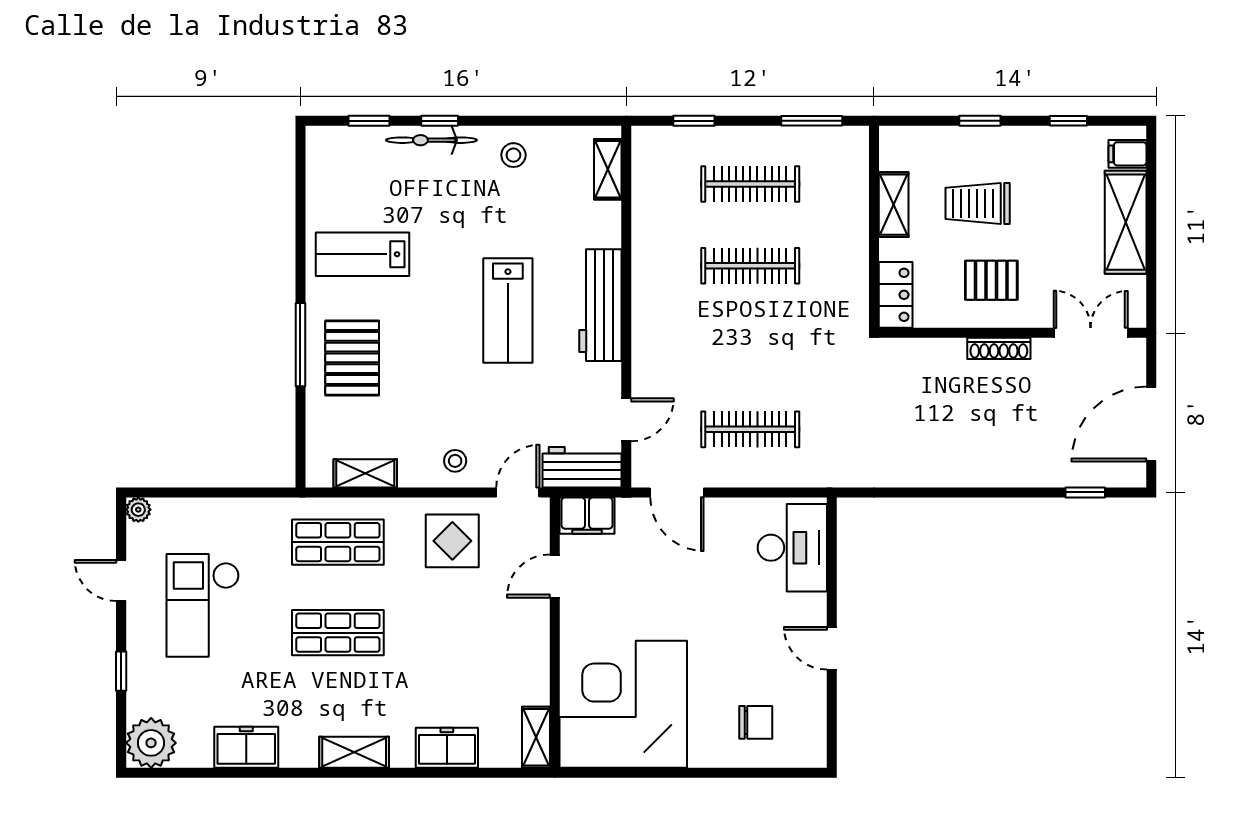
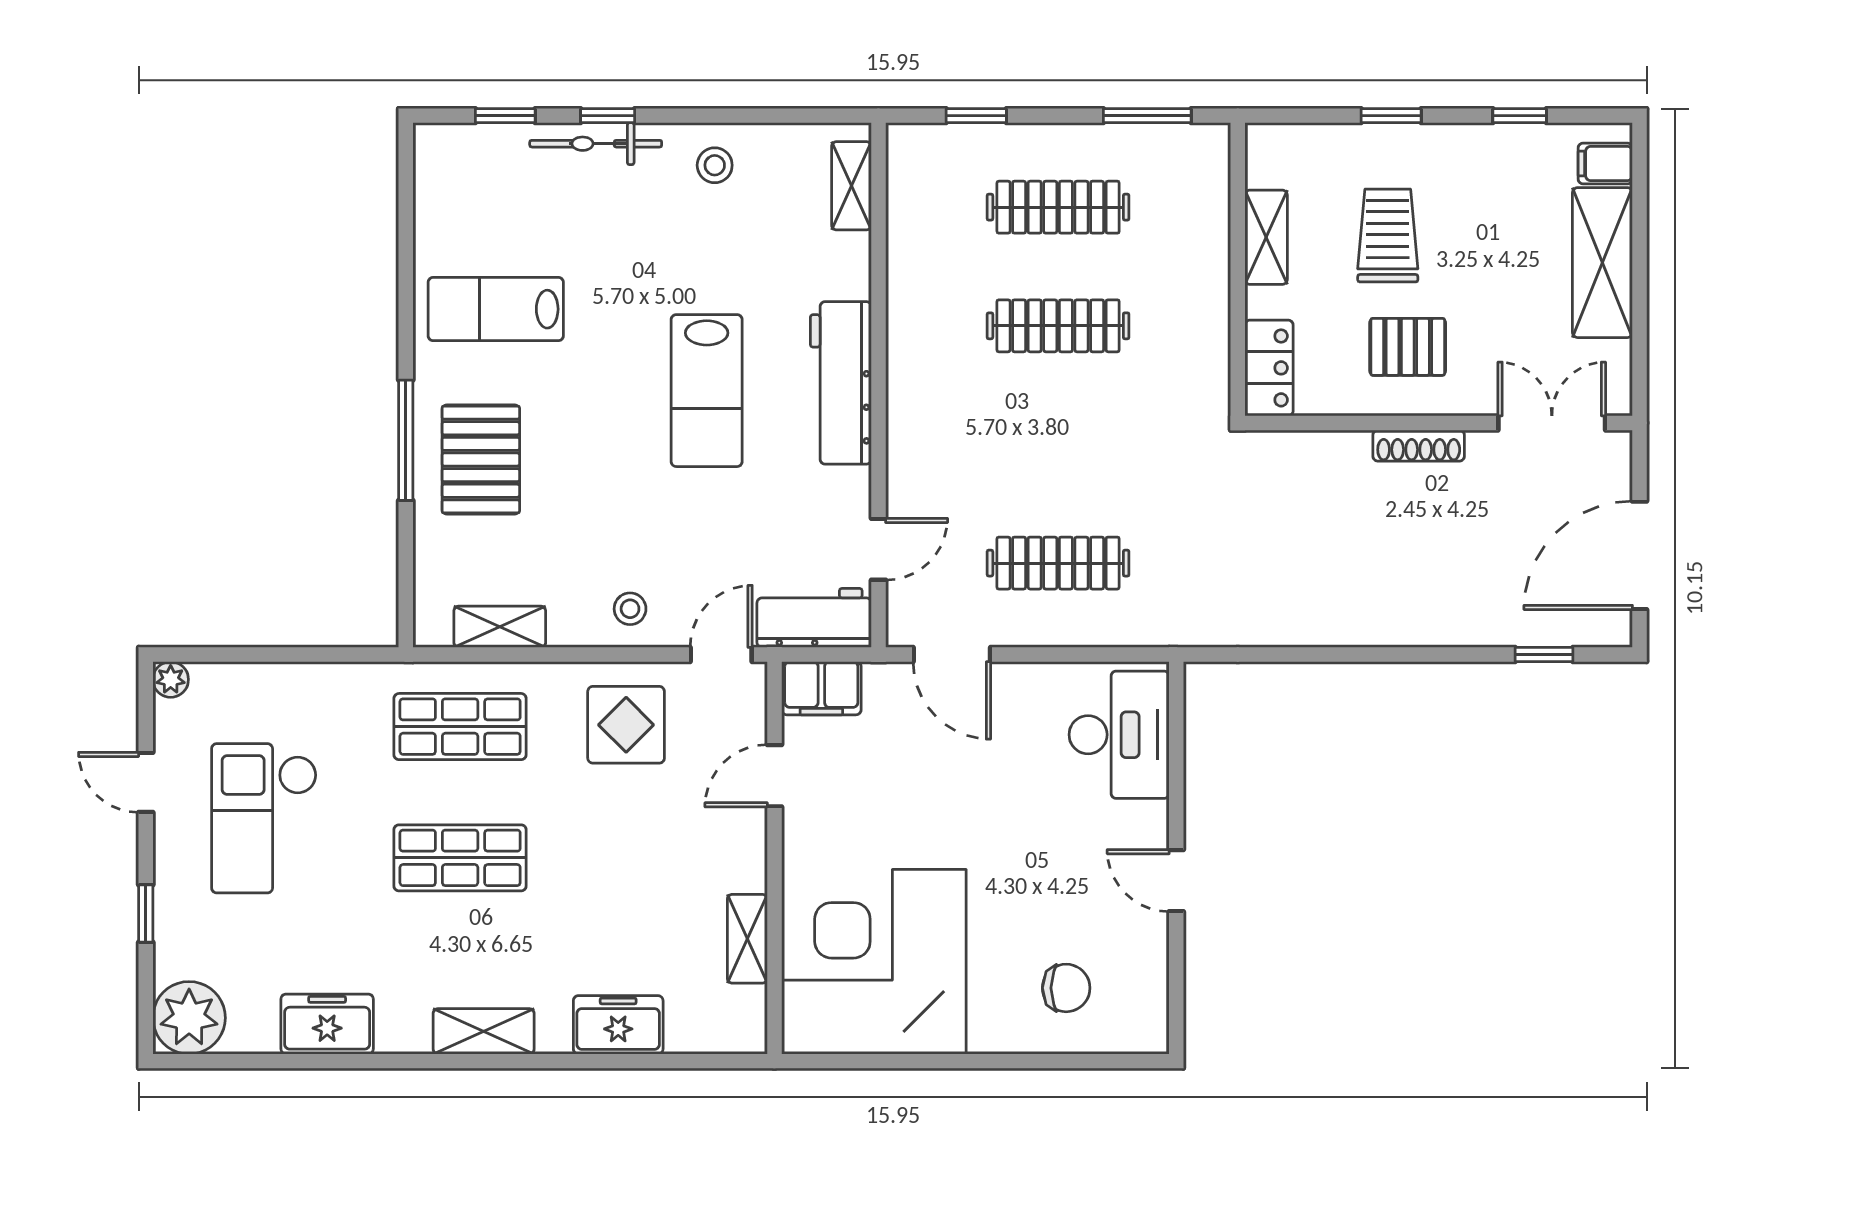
trolley: (978, 203) -> (1388, 235), turned 90
shelving: (536, 737) -> (747, 939), moved

